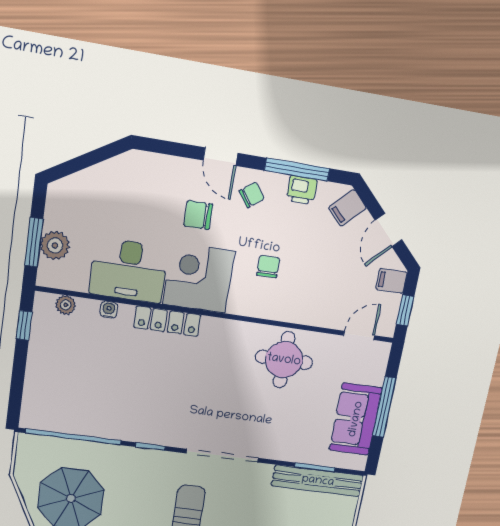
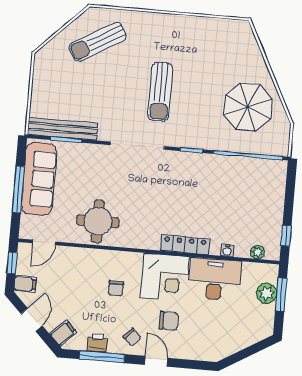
chair: (252, 195) -> (132, 337), turned -101
sofa: (356, 419) -> (39, 179), width x1.36

